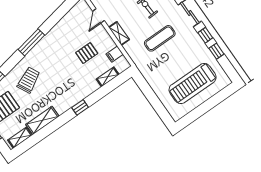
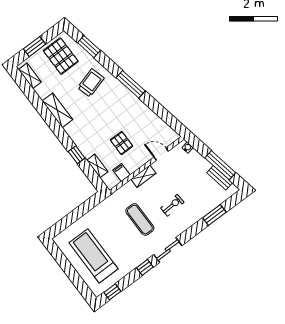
window: (216, 51) -> (112, 292), moved
trolley: (29, 80) -> (91, 83), turned -79
window: (80, 107) -> (77, 155), moved
shelving: (42, 120) -> (57, 110), moved

